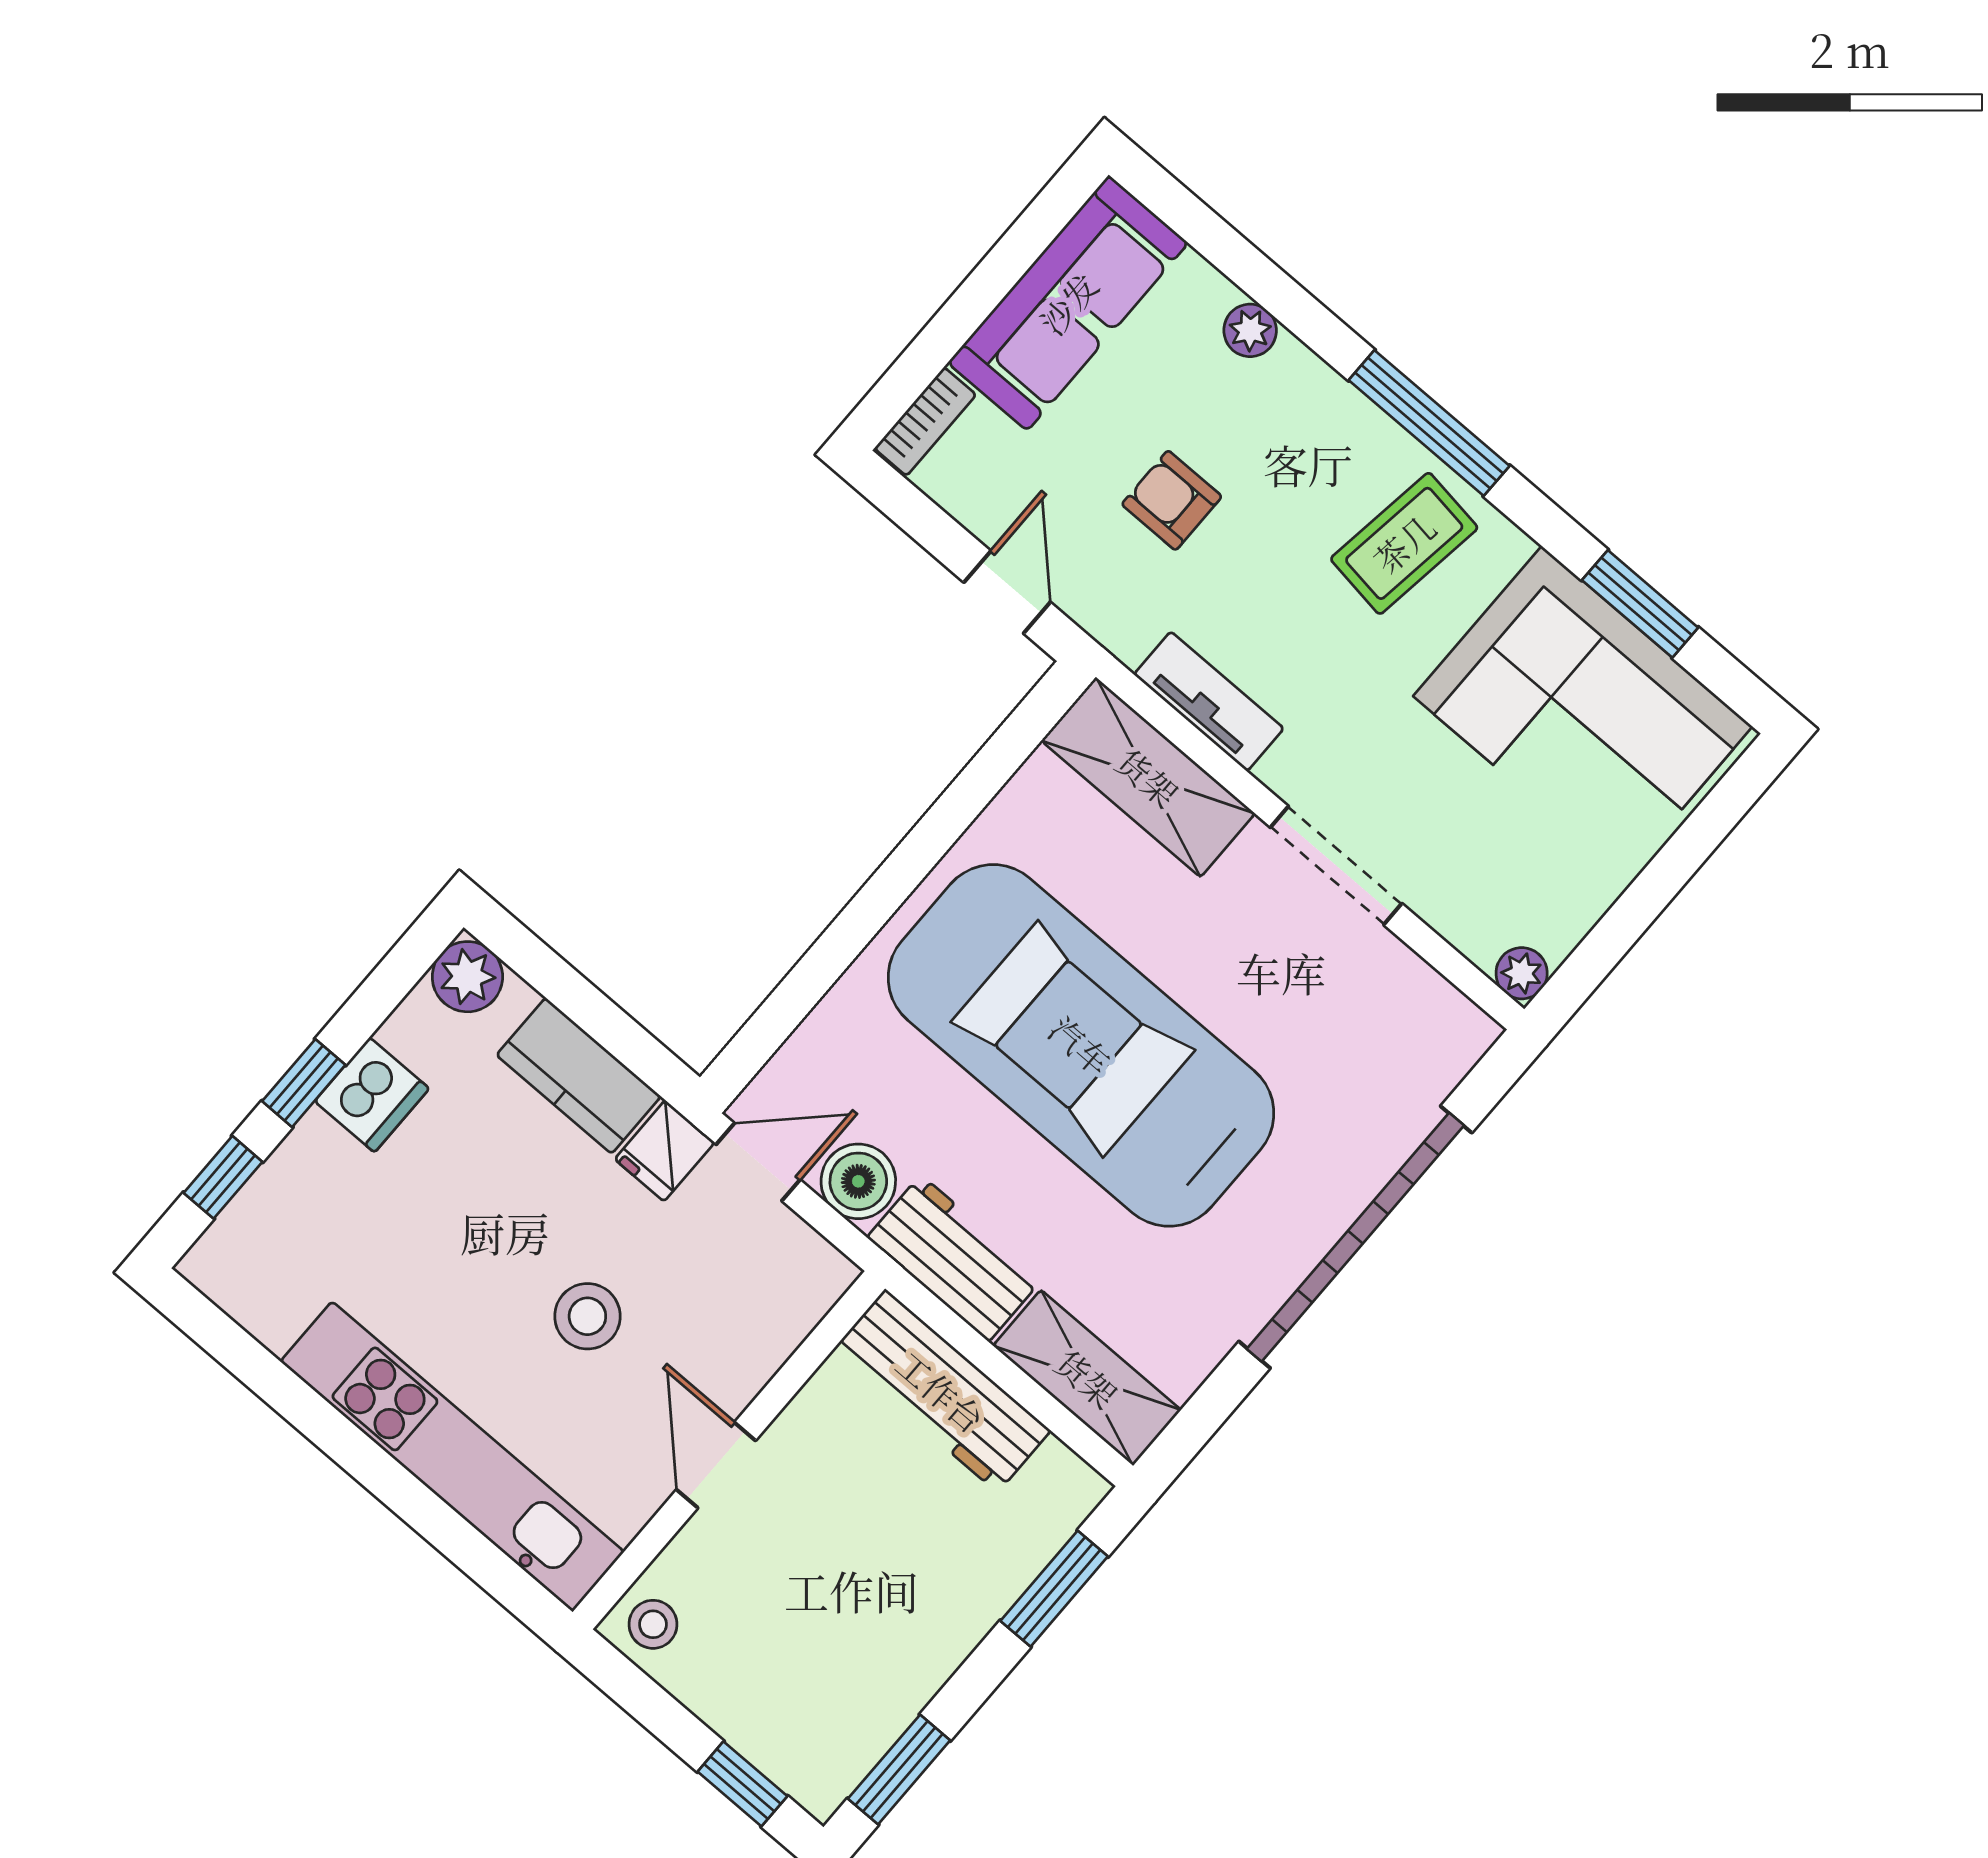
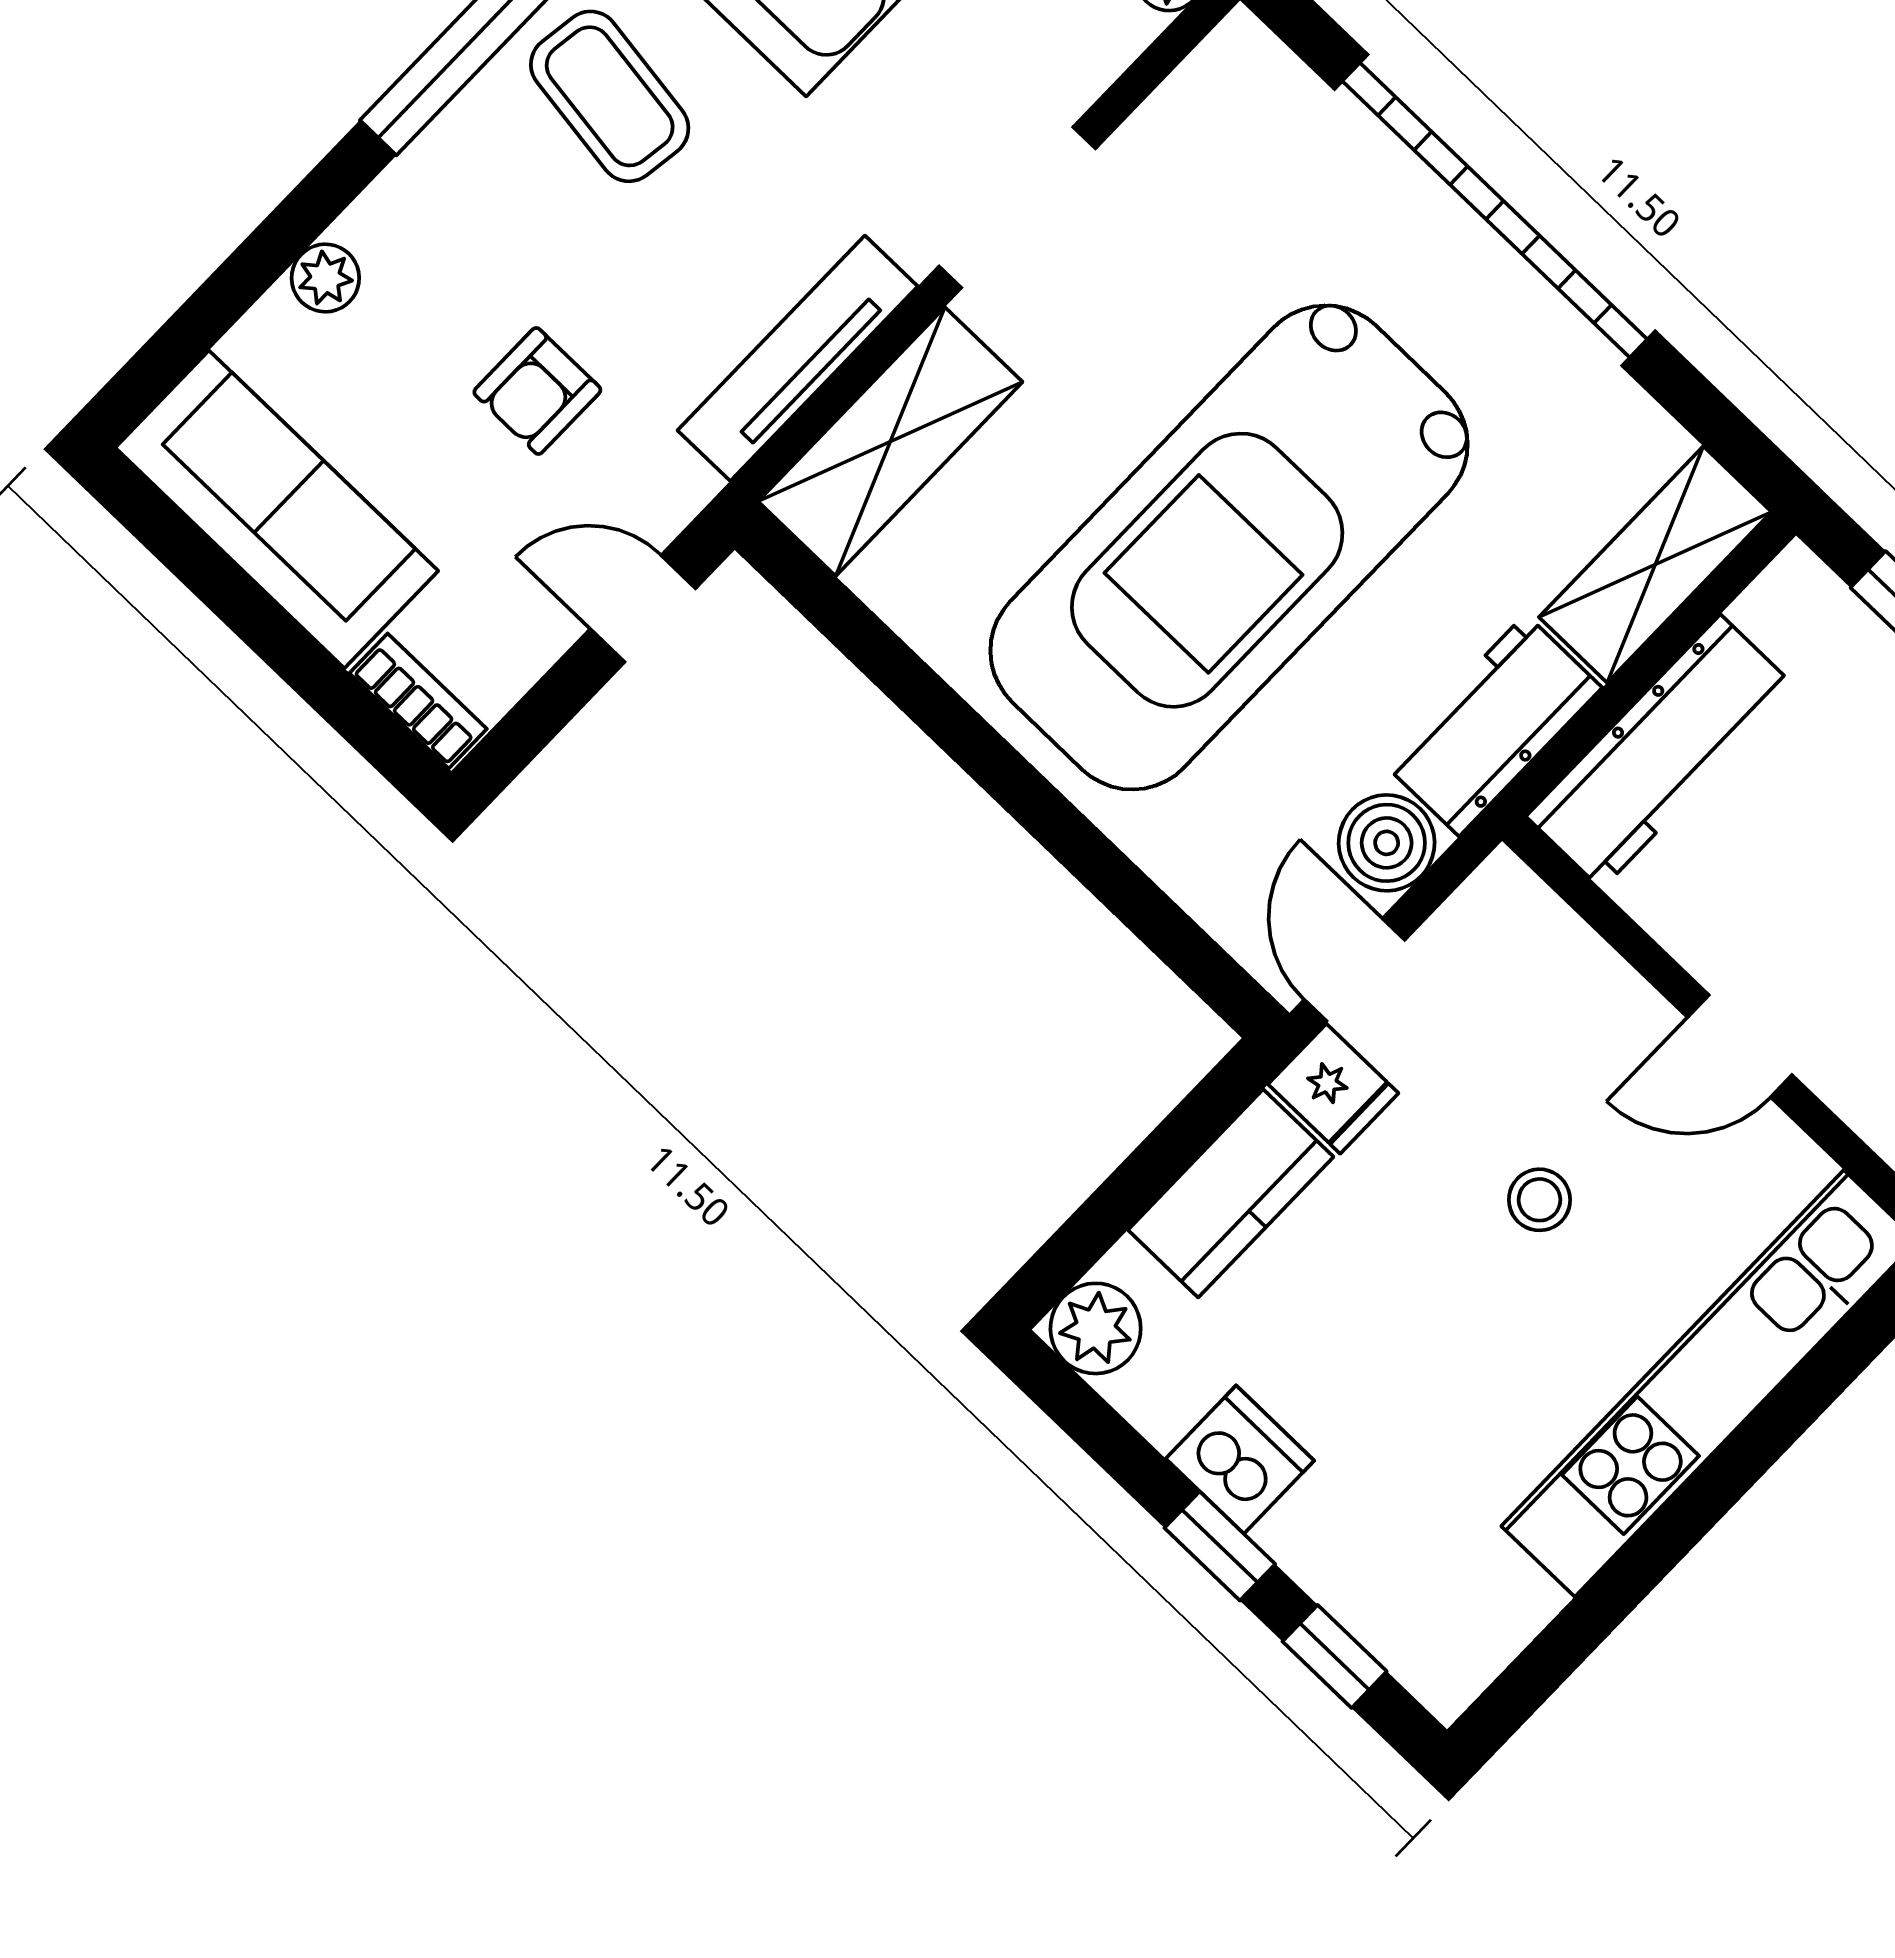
tv unit: (1209, 701) -> (798, 358), width x1.41
stool: (587, 1316) -> (1539, 1200), width x0.73, depth x0.73

